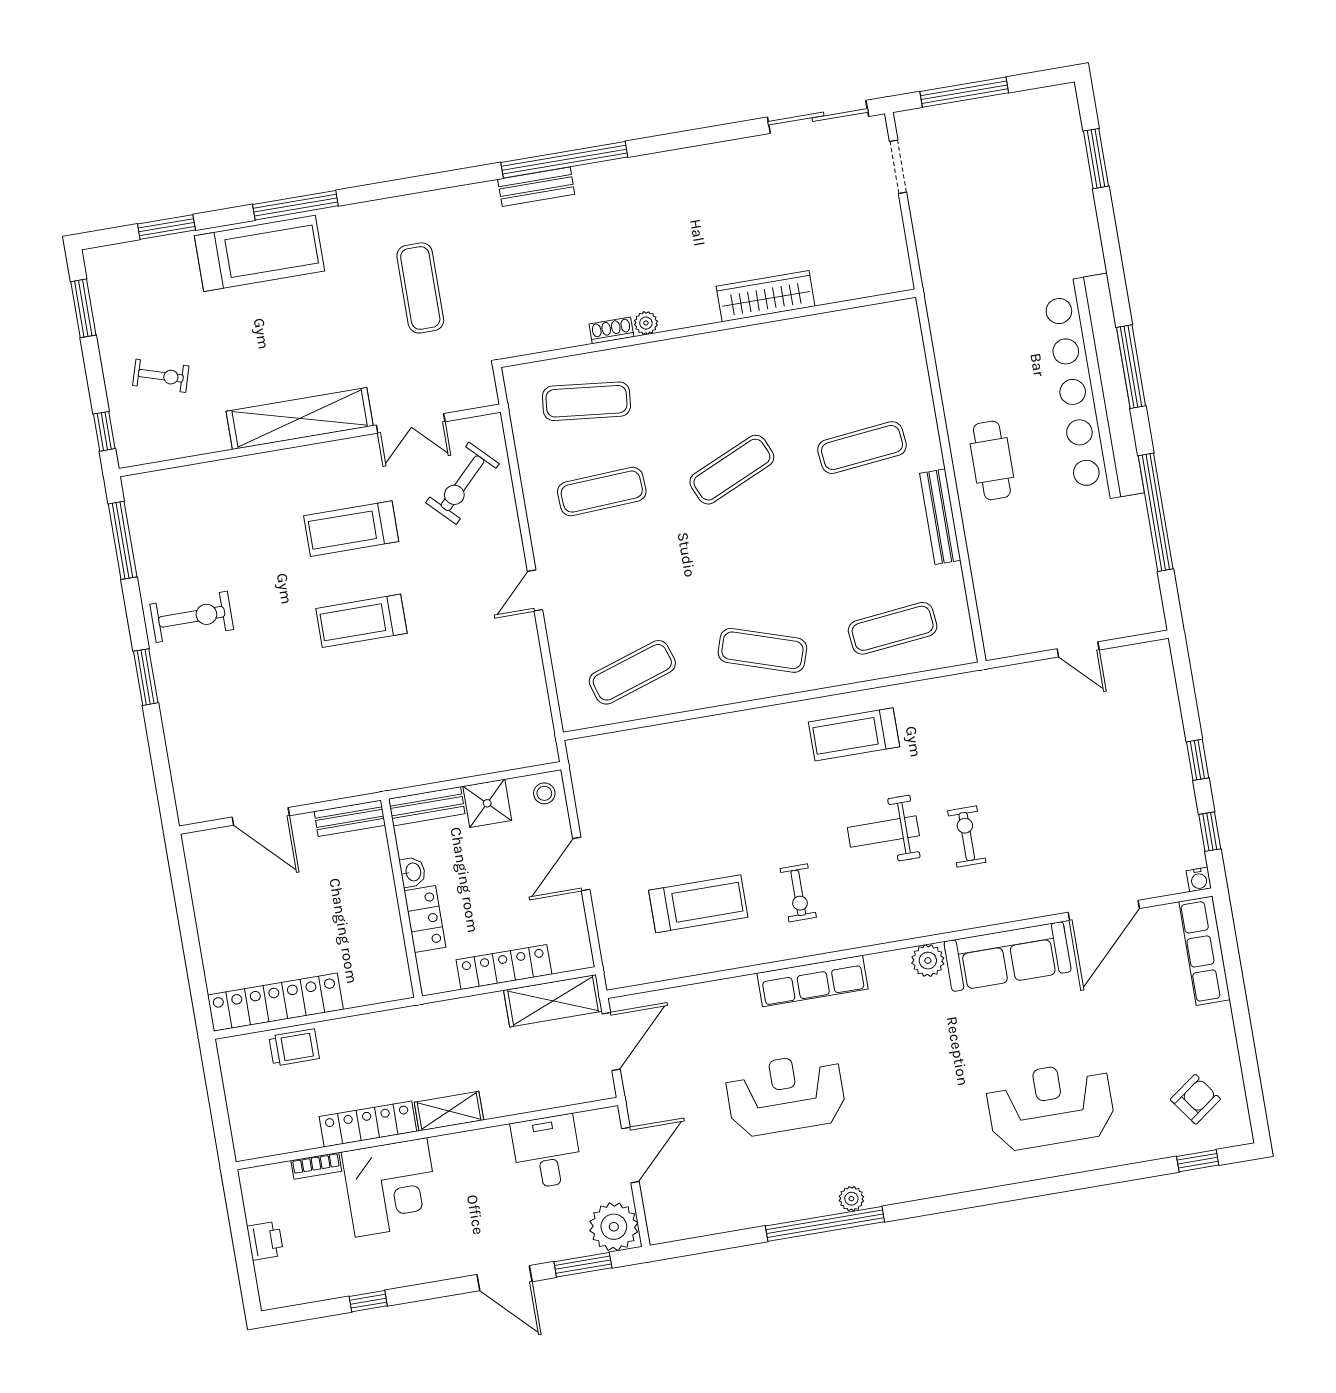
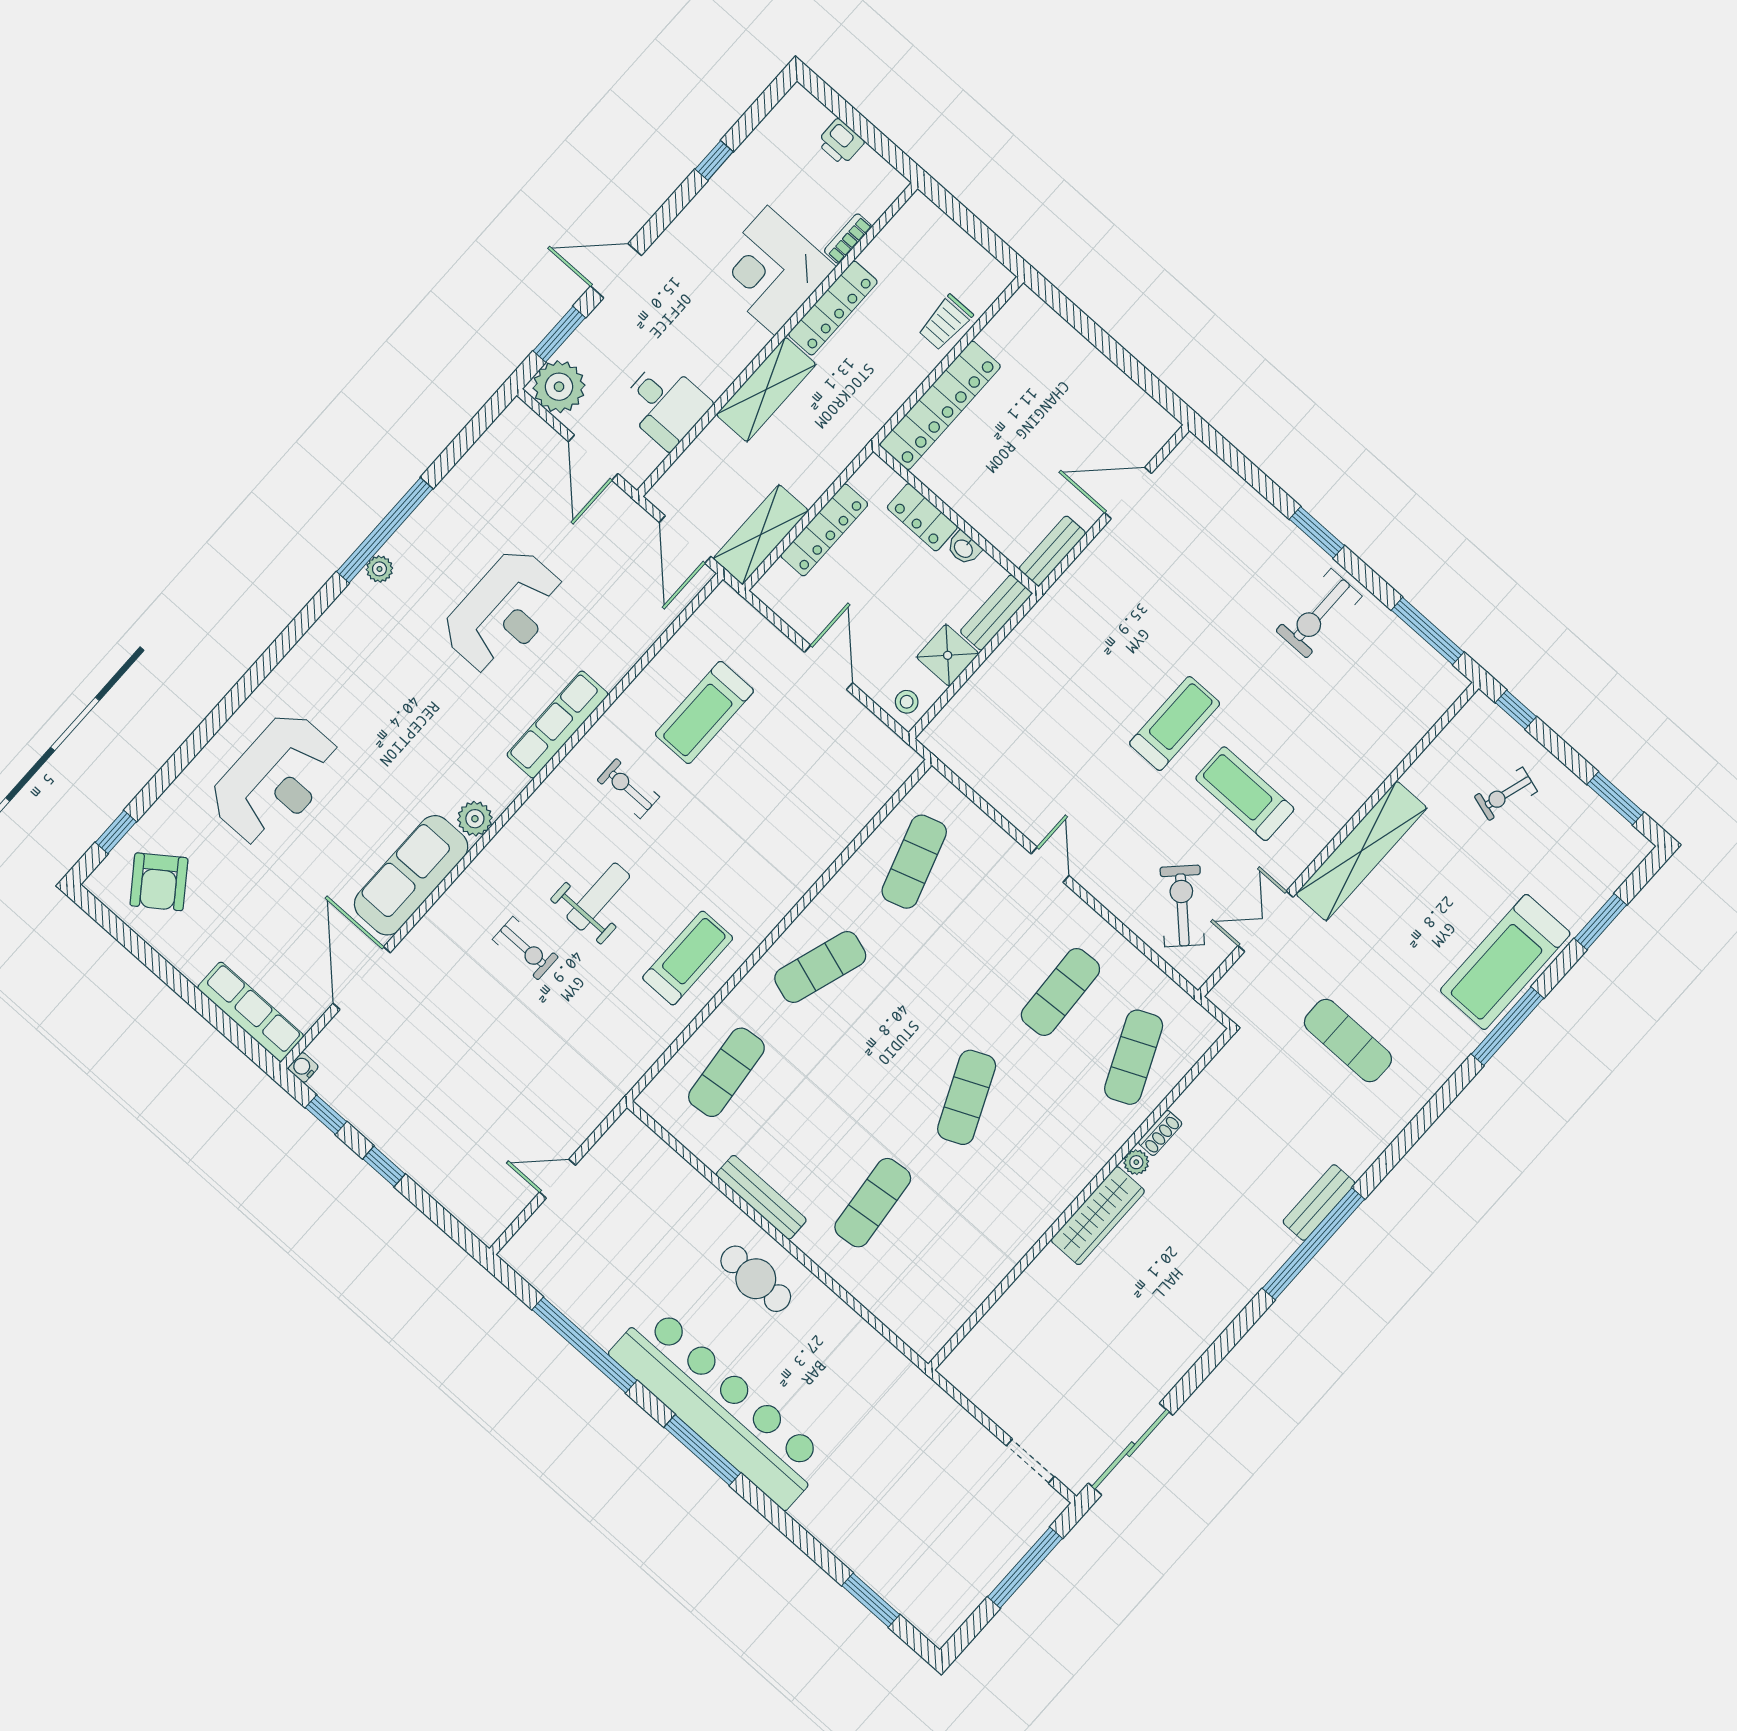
wardrobe: (766, 296) -> (1098, 1216), moved
exercise mat: (586, 401) -> (1134, 1057), turned -30
treadmill: (351, 529) -> (1245, 794), turned -90
locker: (275, 1002) -> (940, 405), moved
armchair: (1195, 1099) -> (159, 882), width x1.38, depth x1.38
shelving: (449, 1111) -> (766, 389), width x1.50, depth x1.33

